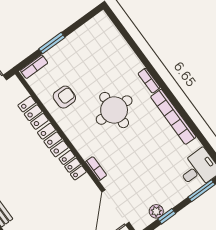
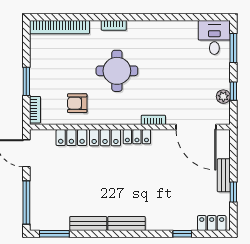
armchair: (64, 97) -> (77, 103), turned -90
bookcase: (173, 117) -> (59, 27), moved

